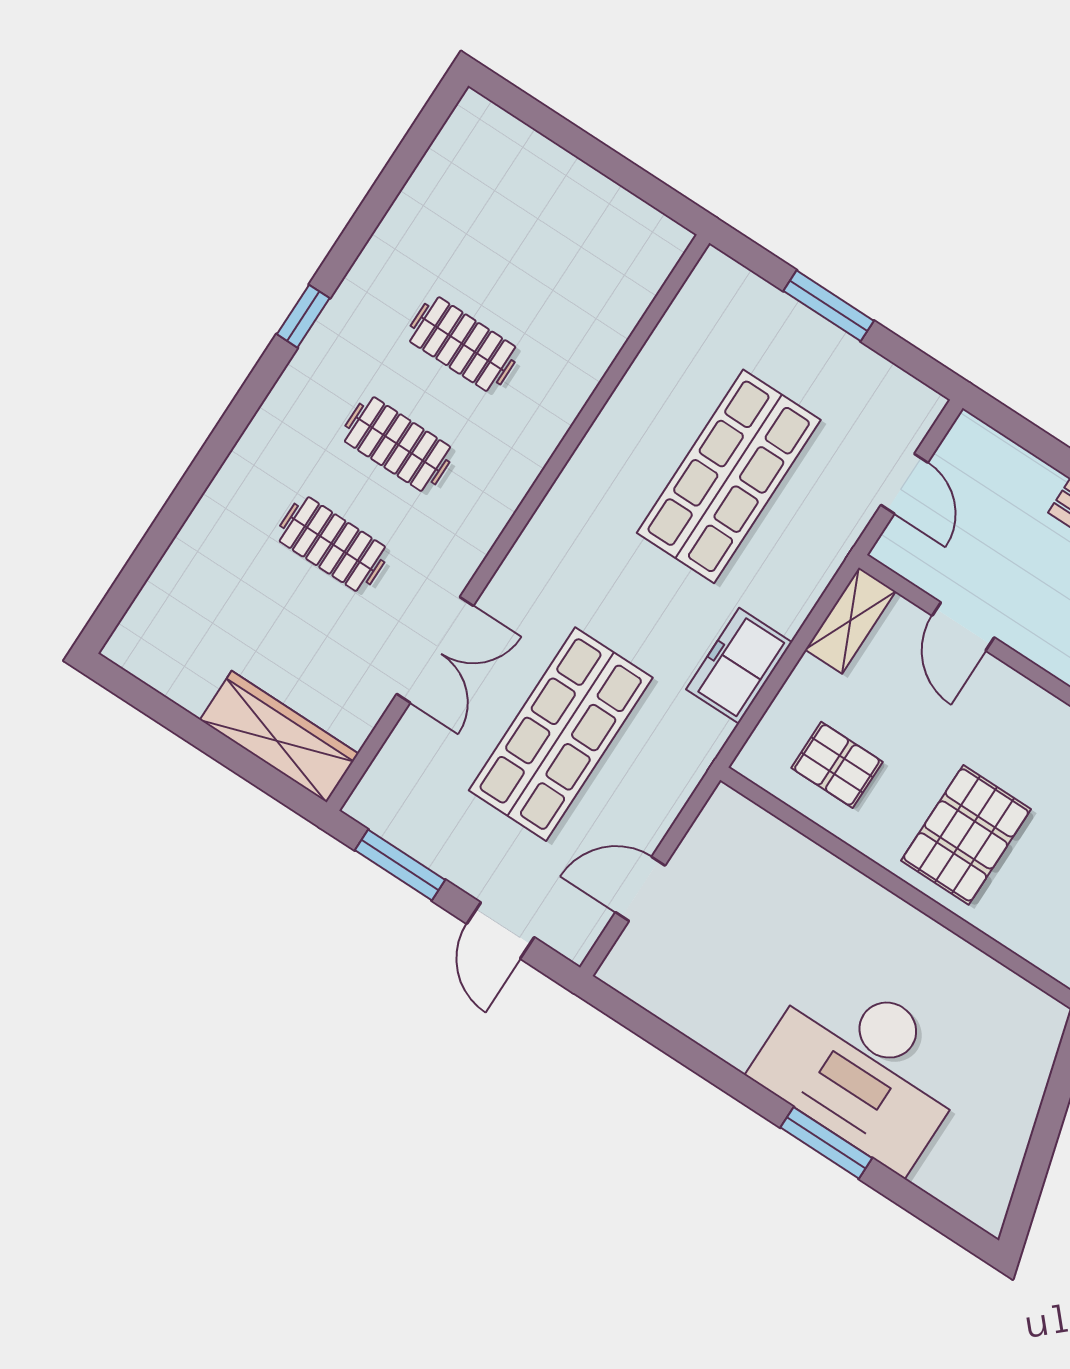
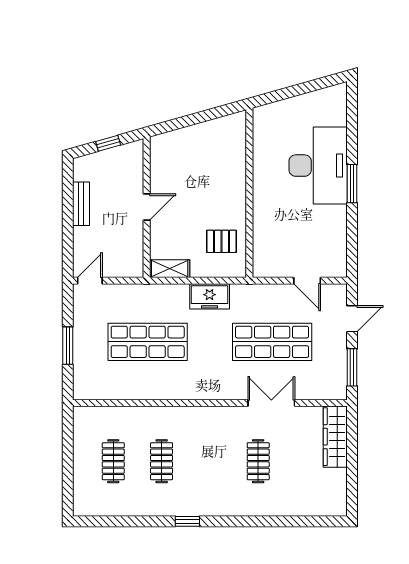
clothes rail: (397, 444) -> (113, 461), moved
door: (904, 484) -> (90, 281), moved
door: (963, 627) -> (147, 207), moved
pallet: (837, 765) -> (221, 241), turned 90
pallet: (966, 835) -> (217, 182), removed
window: (826, 1143) -> (352, 184), moved

